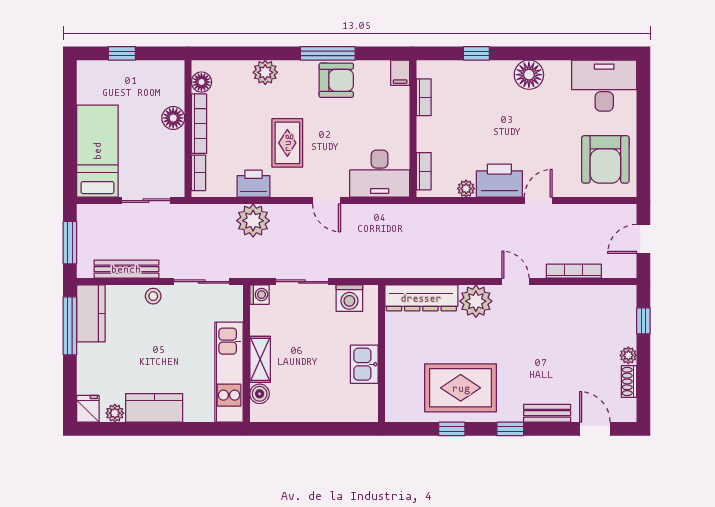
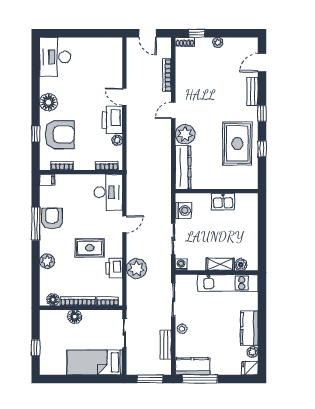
armchair: (605, 159) -> (60, 135), moved
bench: (126, 269) -> (166, 345), width x0.73
shoe rack: (629, 381) -> (185, 42), moved

